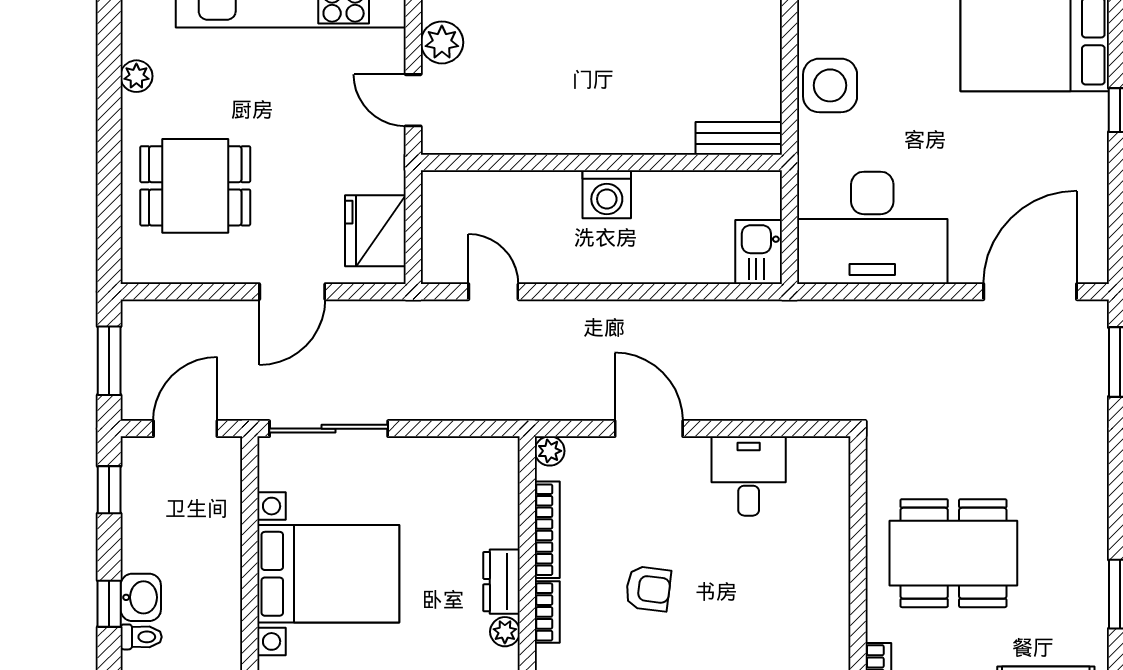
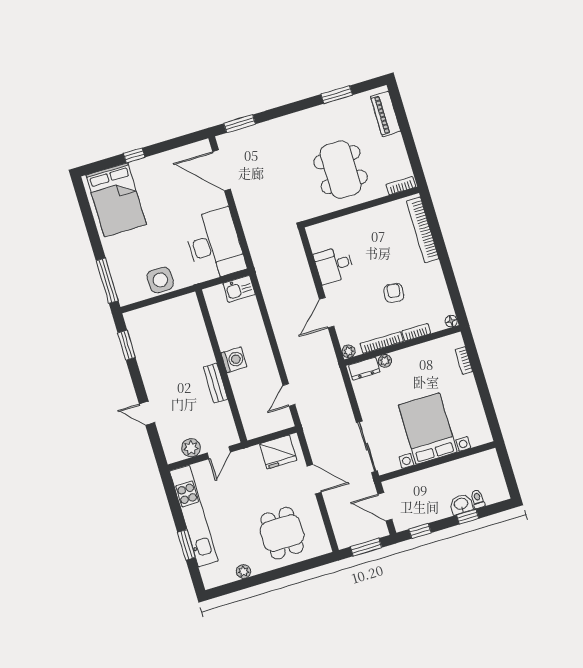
bench: (739, 138) -> (215, 383), moved
dresser: (501, 582) -> (364, 369), moved
plant: (505, 632) -> (385, 361), moved

